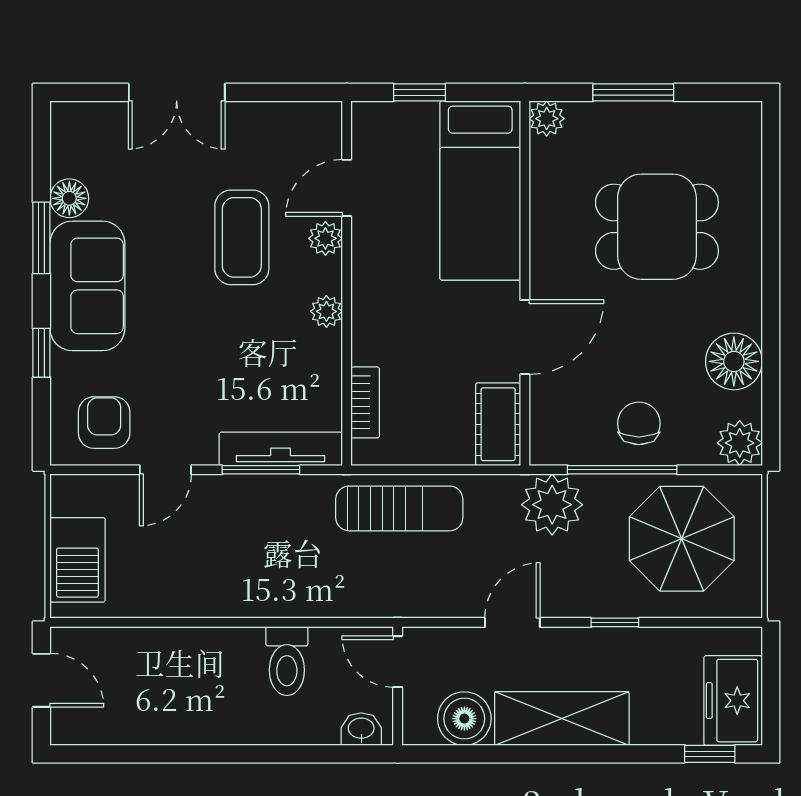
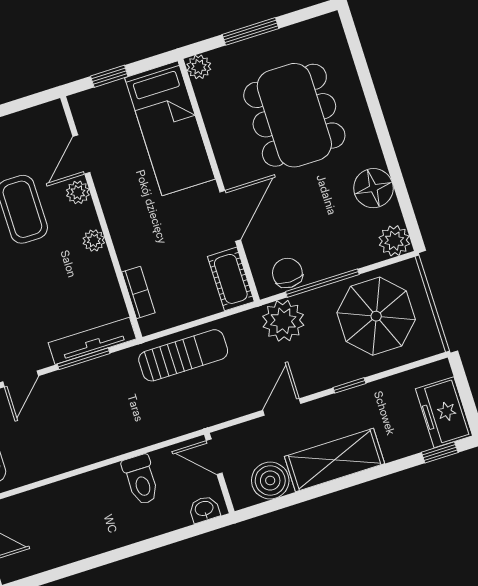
dining table: (657, 227) -> (294, 115), width x1.37
chair: (639, 423) -> (287, 273), moved

